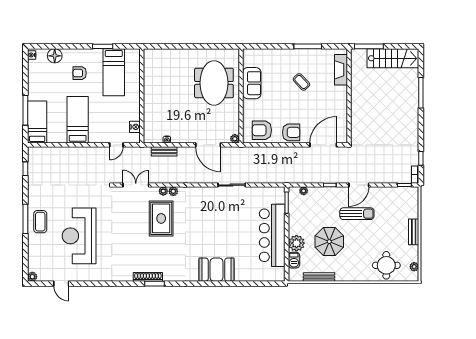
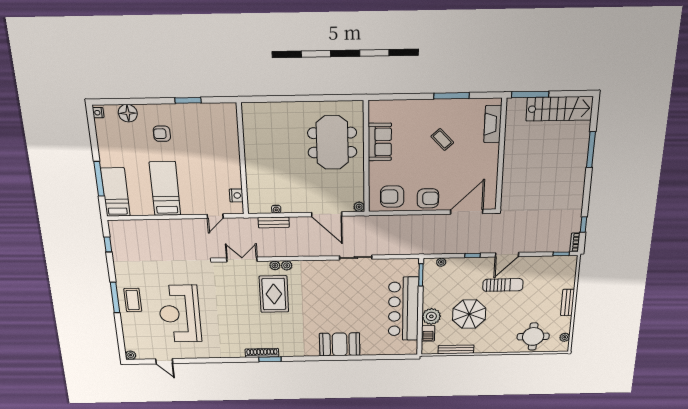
bed: (114, 72) -> (205, 132), removed

